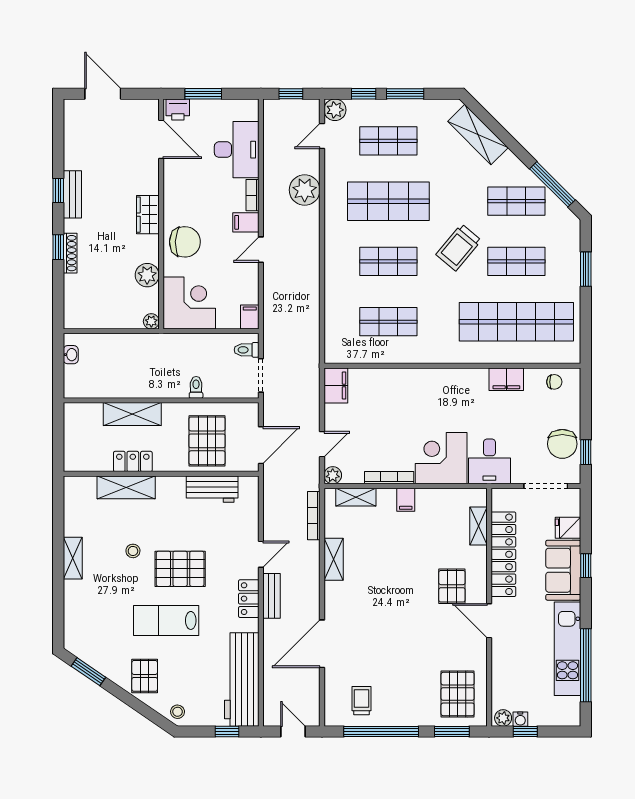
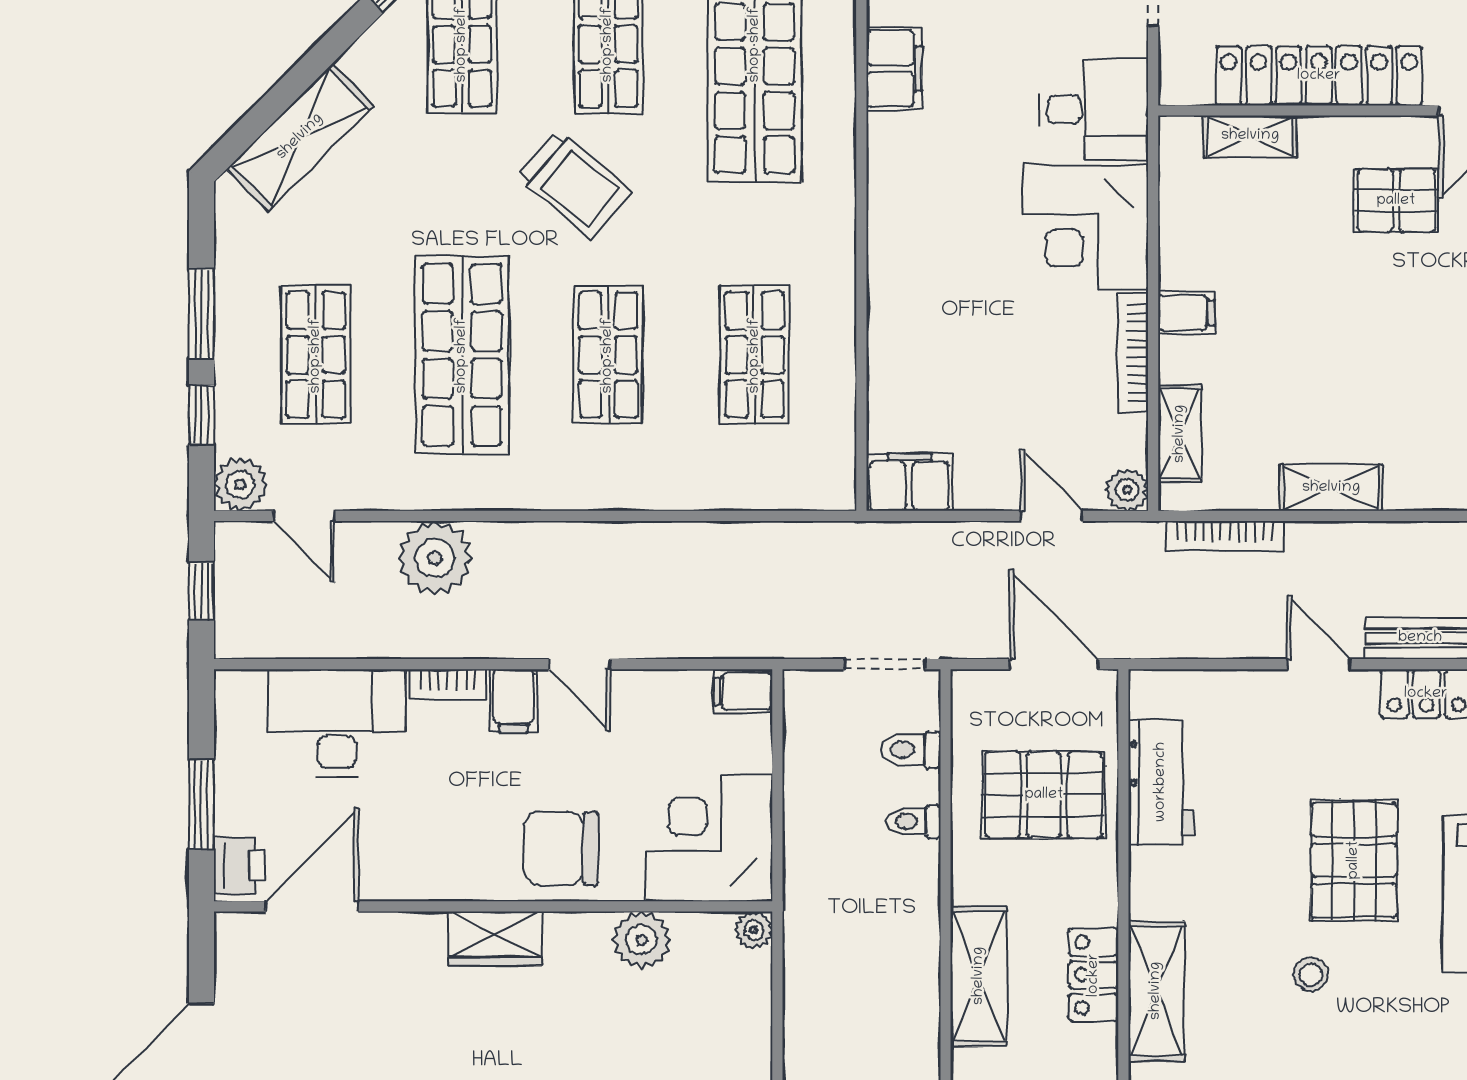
chair: (185, 242) -> (561, 849), turned -92
toilet: (247, 350) -> (911, 750), moved, turned 90

